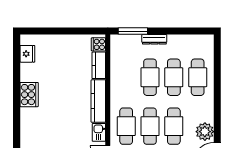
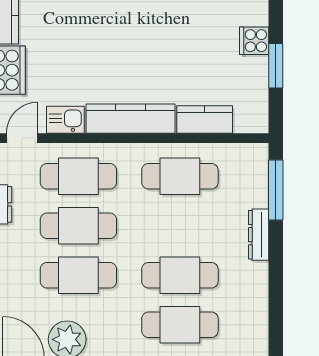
window: (73, 31) -> (276, 66), added
cooker: (98, 44) -> (254, 41), moved, turned -90
cafe table: (150, 77) -> (180, 176), moved

